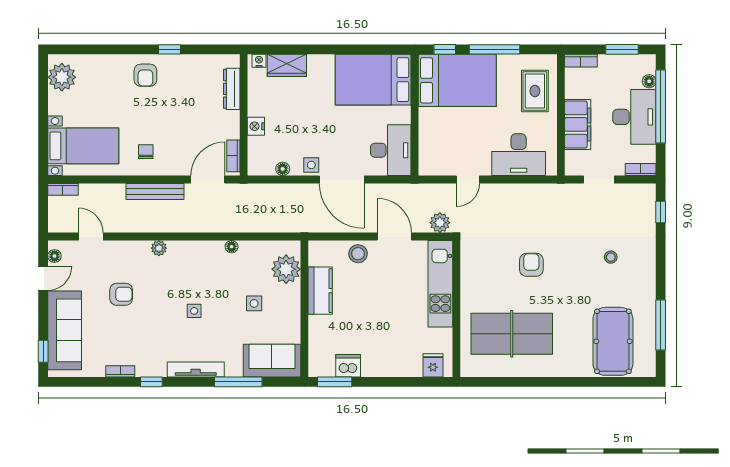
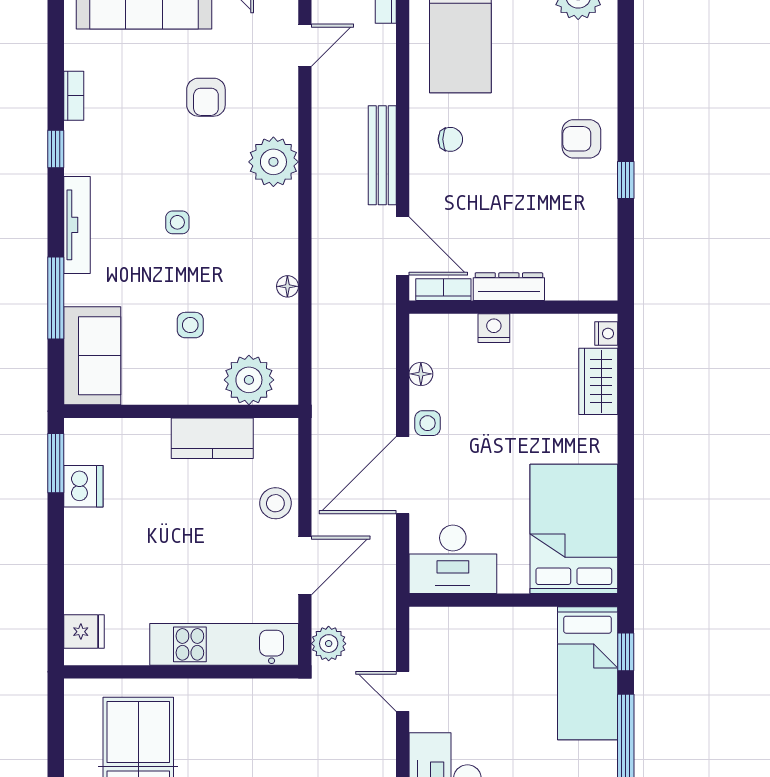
bed: (457, 80) -> (588, 673), width x0.67
dresser: (232, 89) -> (509, 287), moved
plant: (159, 248) -> (273, 162), width x1.87, depth x1.87

